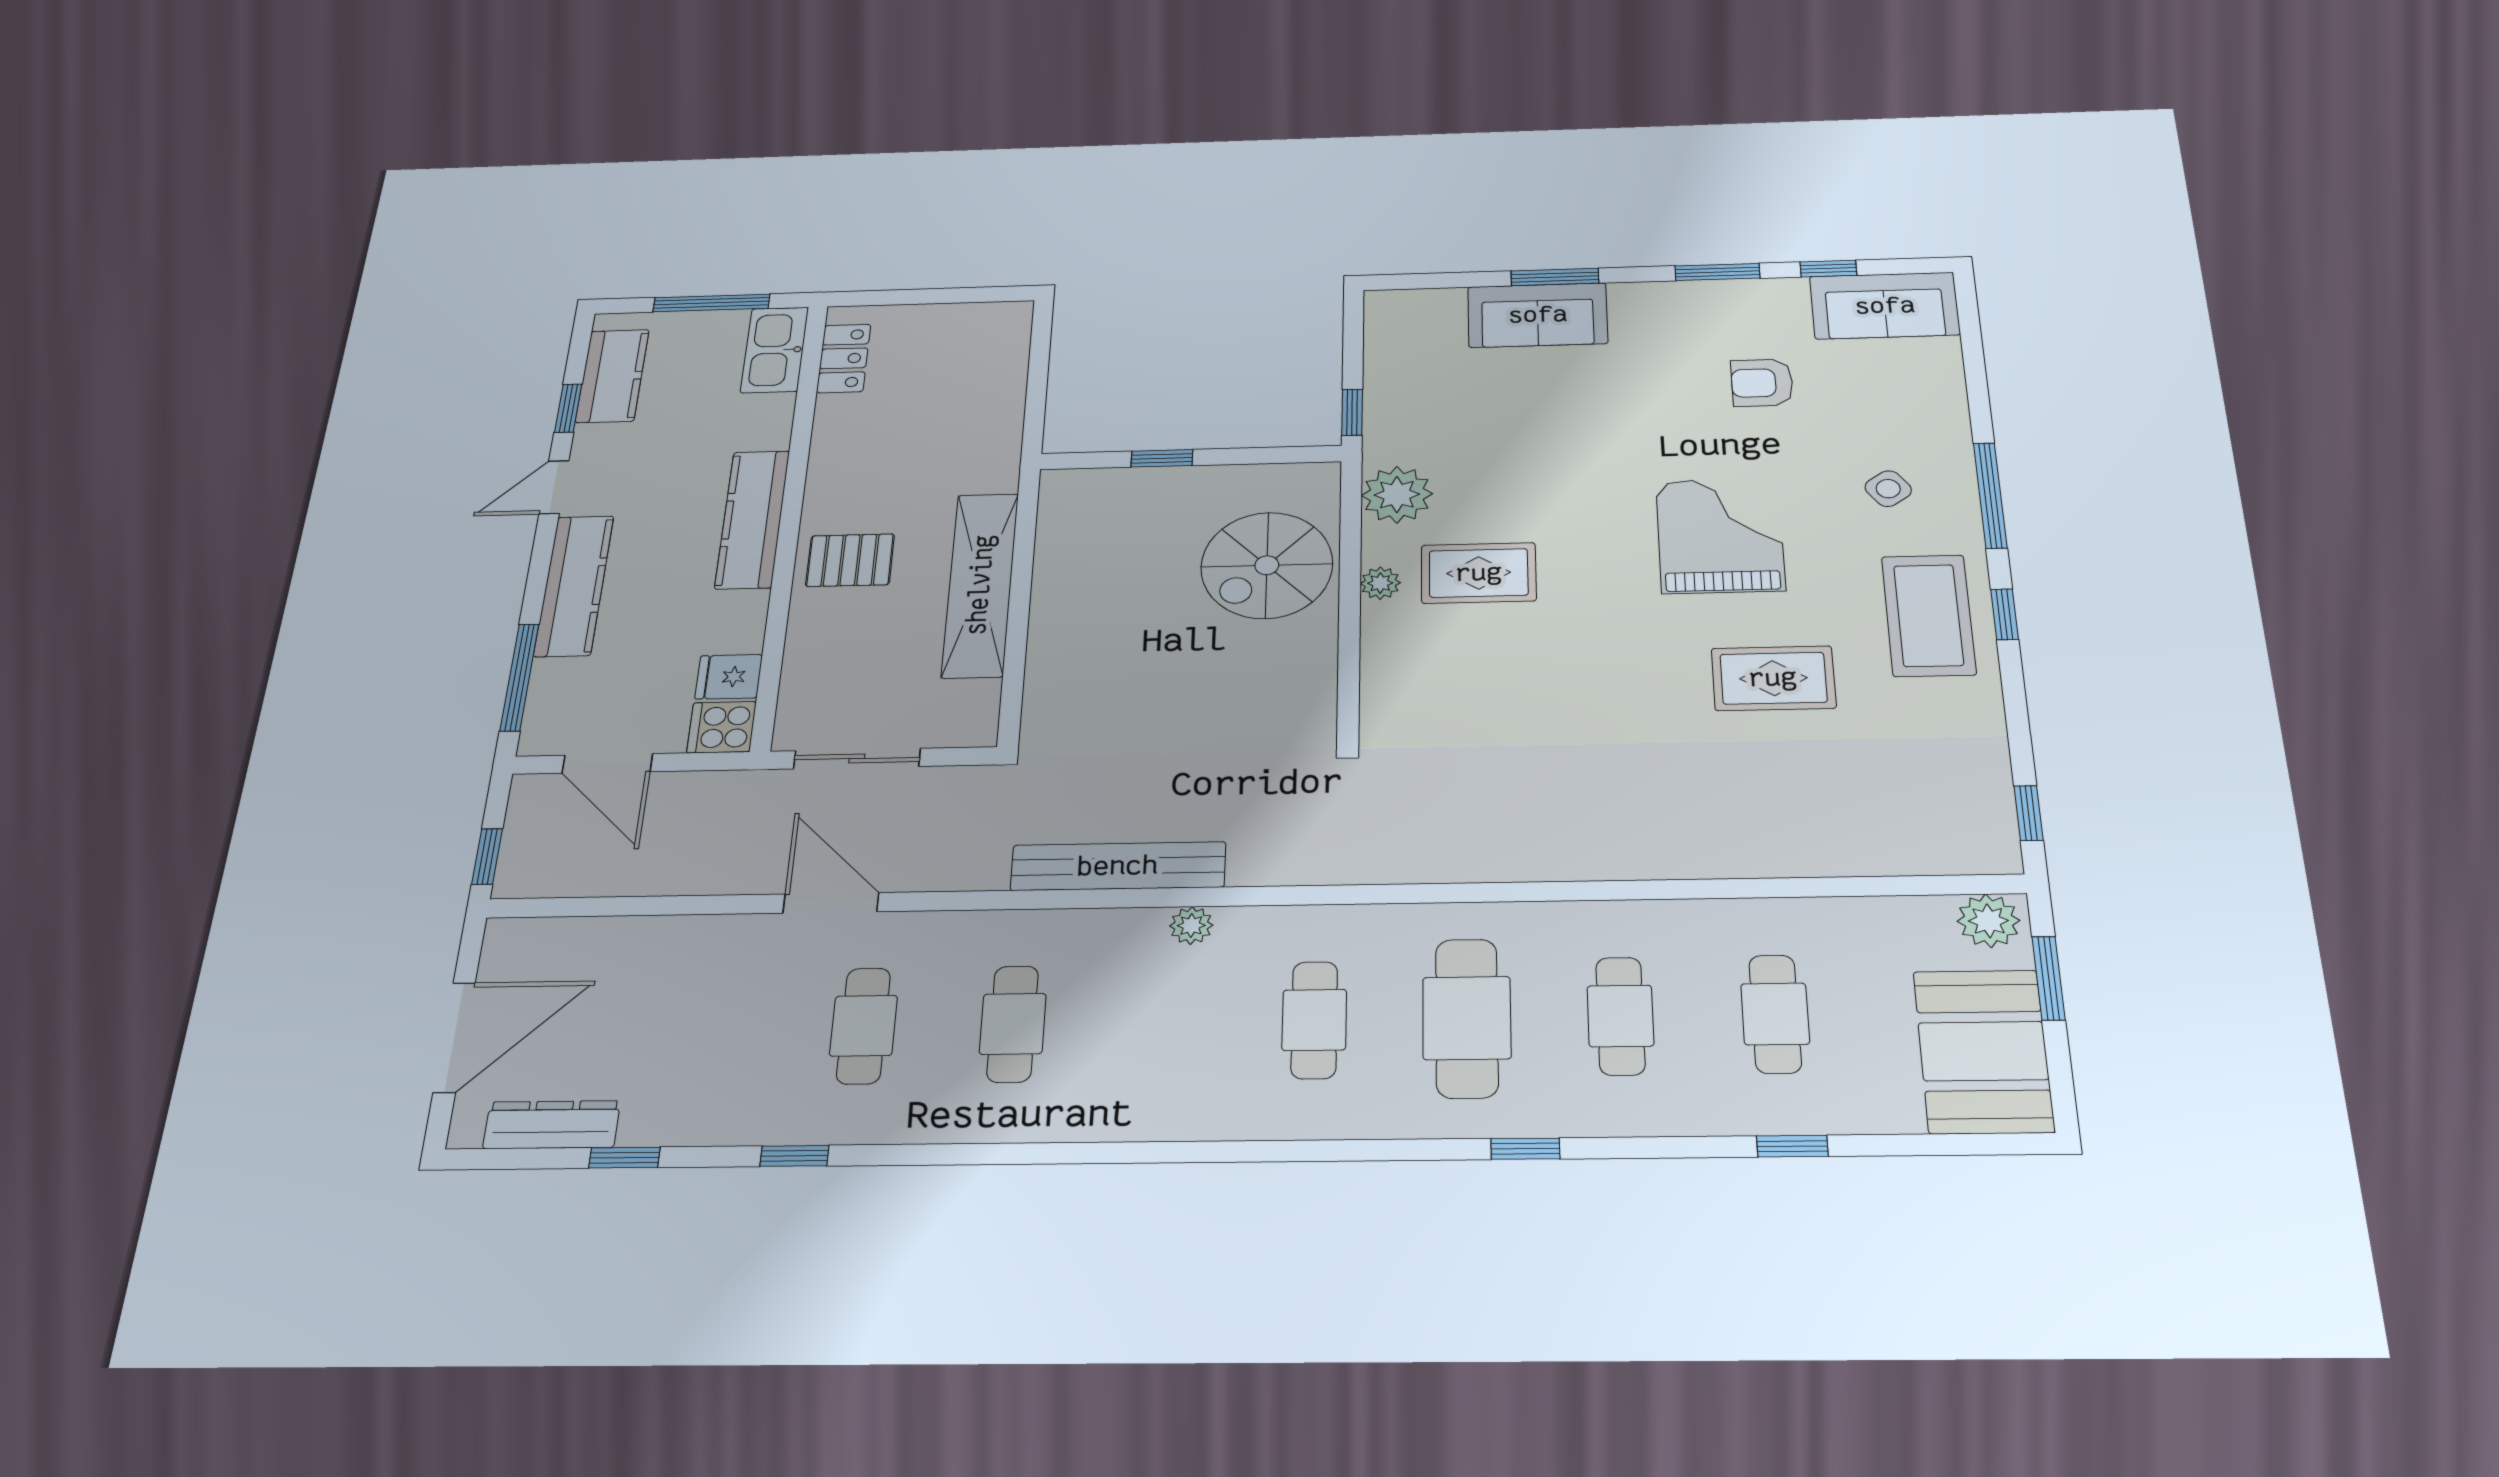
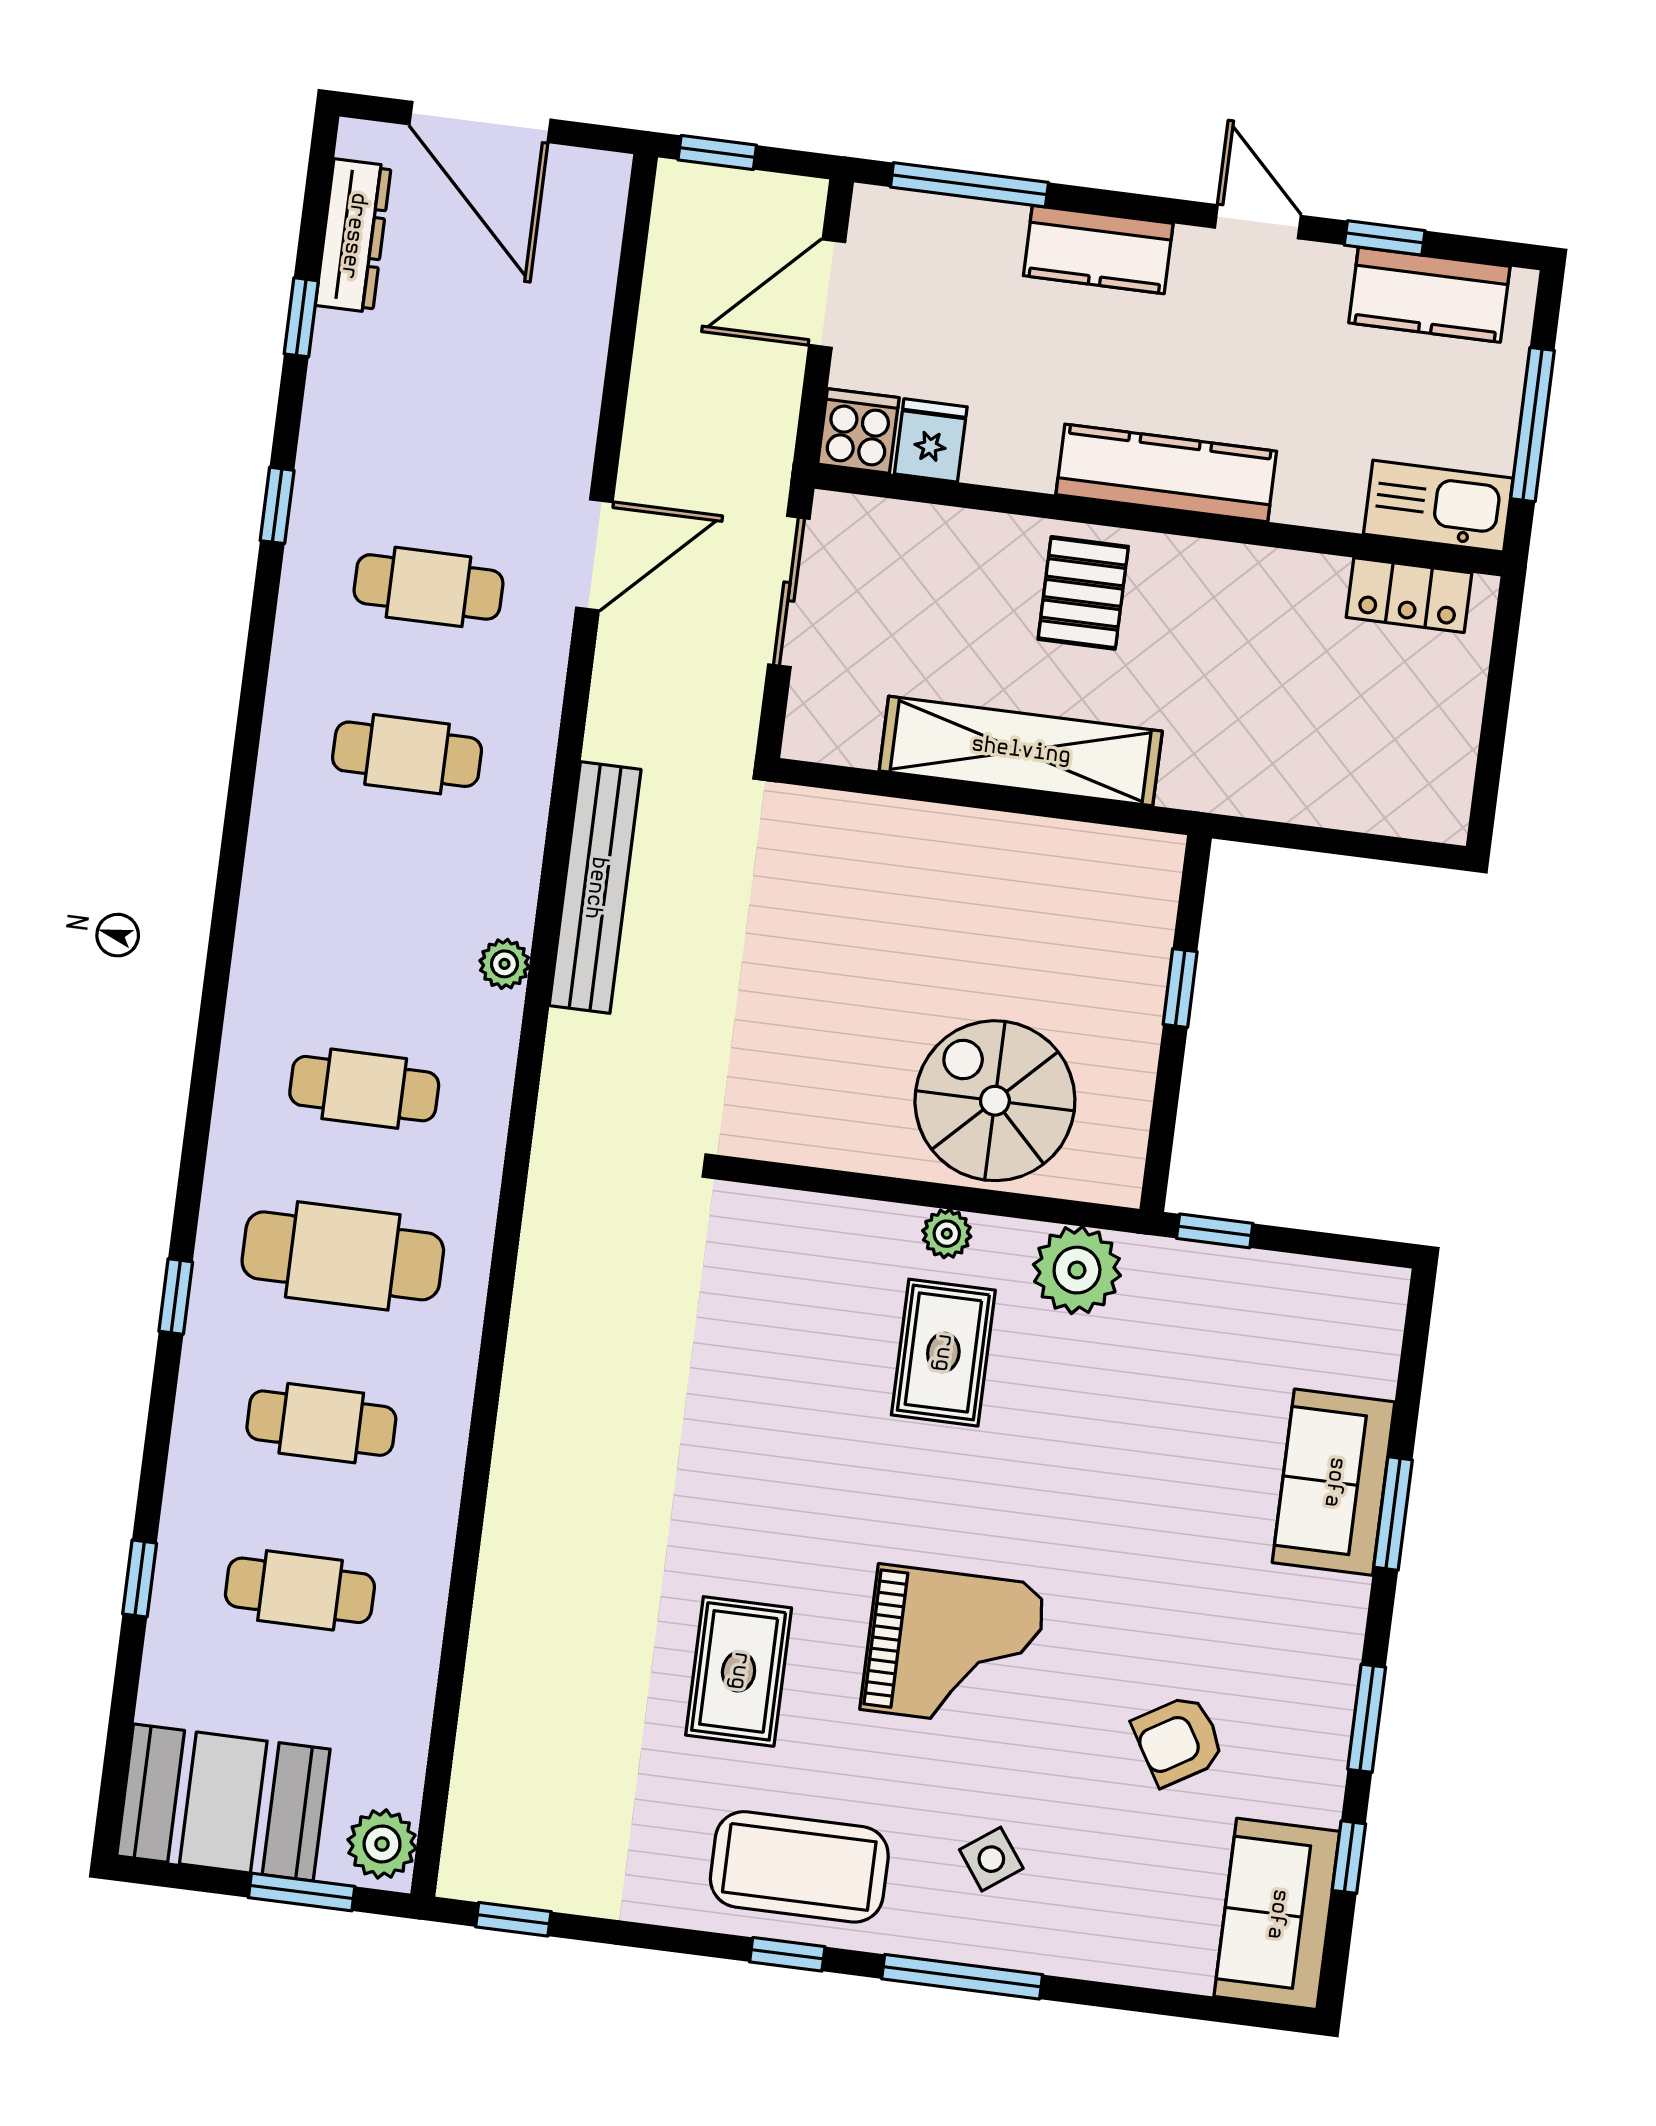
armchair: (1762, 383) -> (1179, 1740), turned -121
kitchen counter: (574, 586) -> (1098, 250), width x0.67

